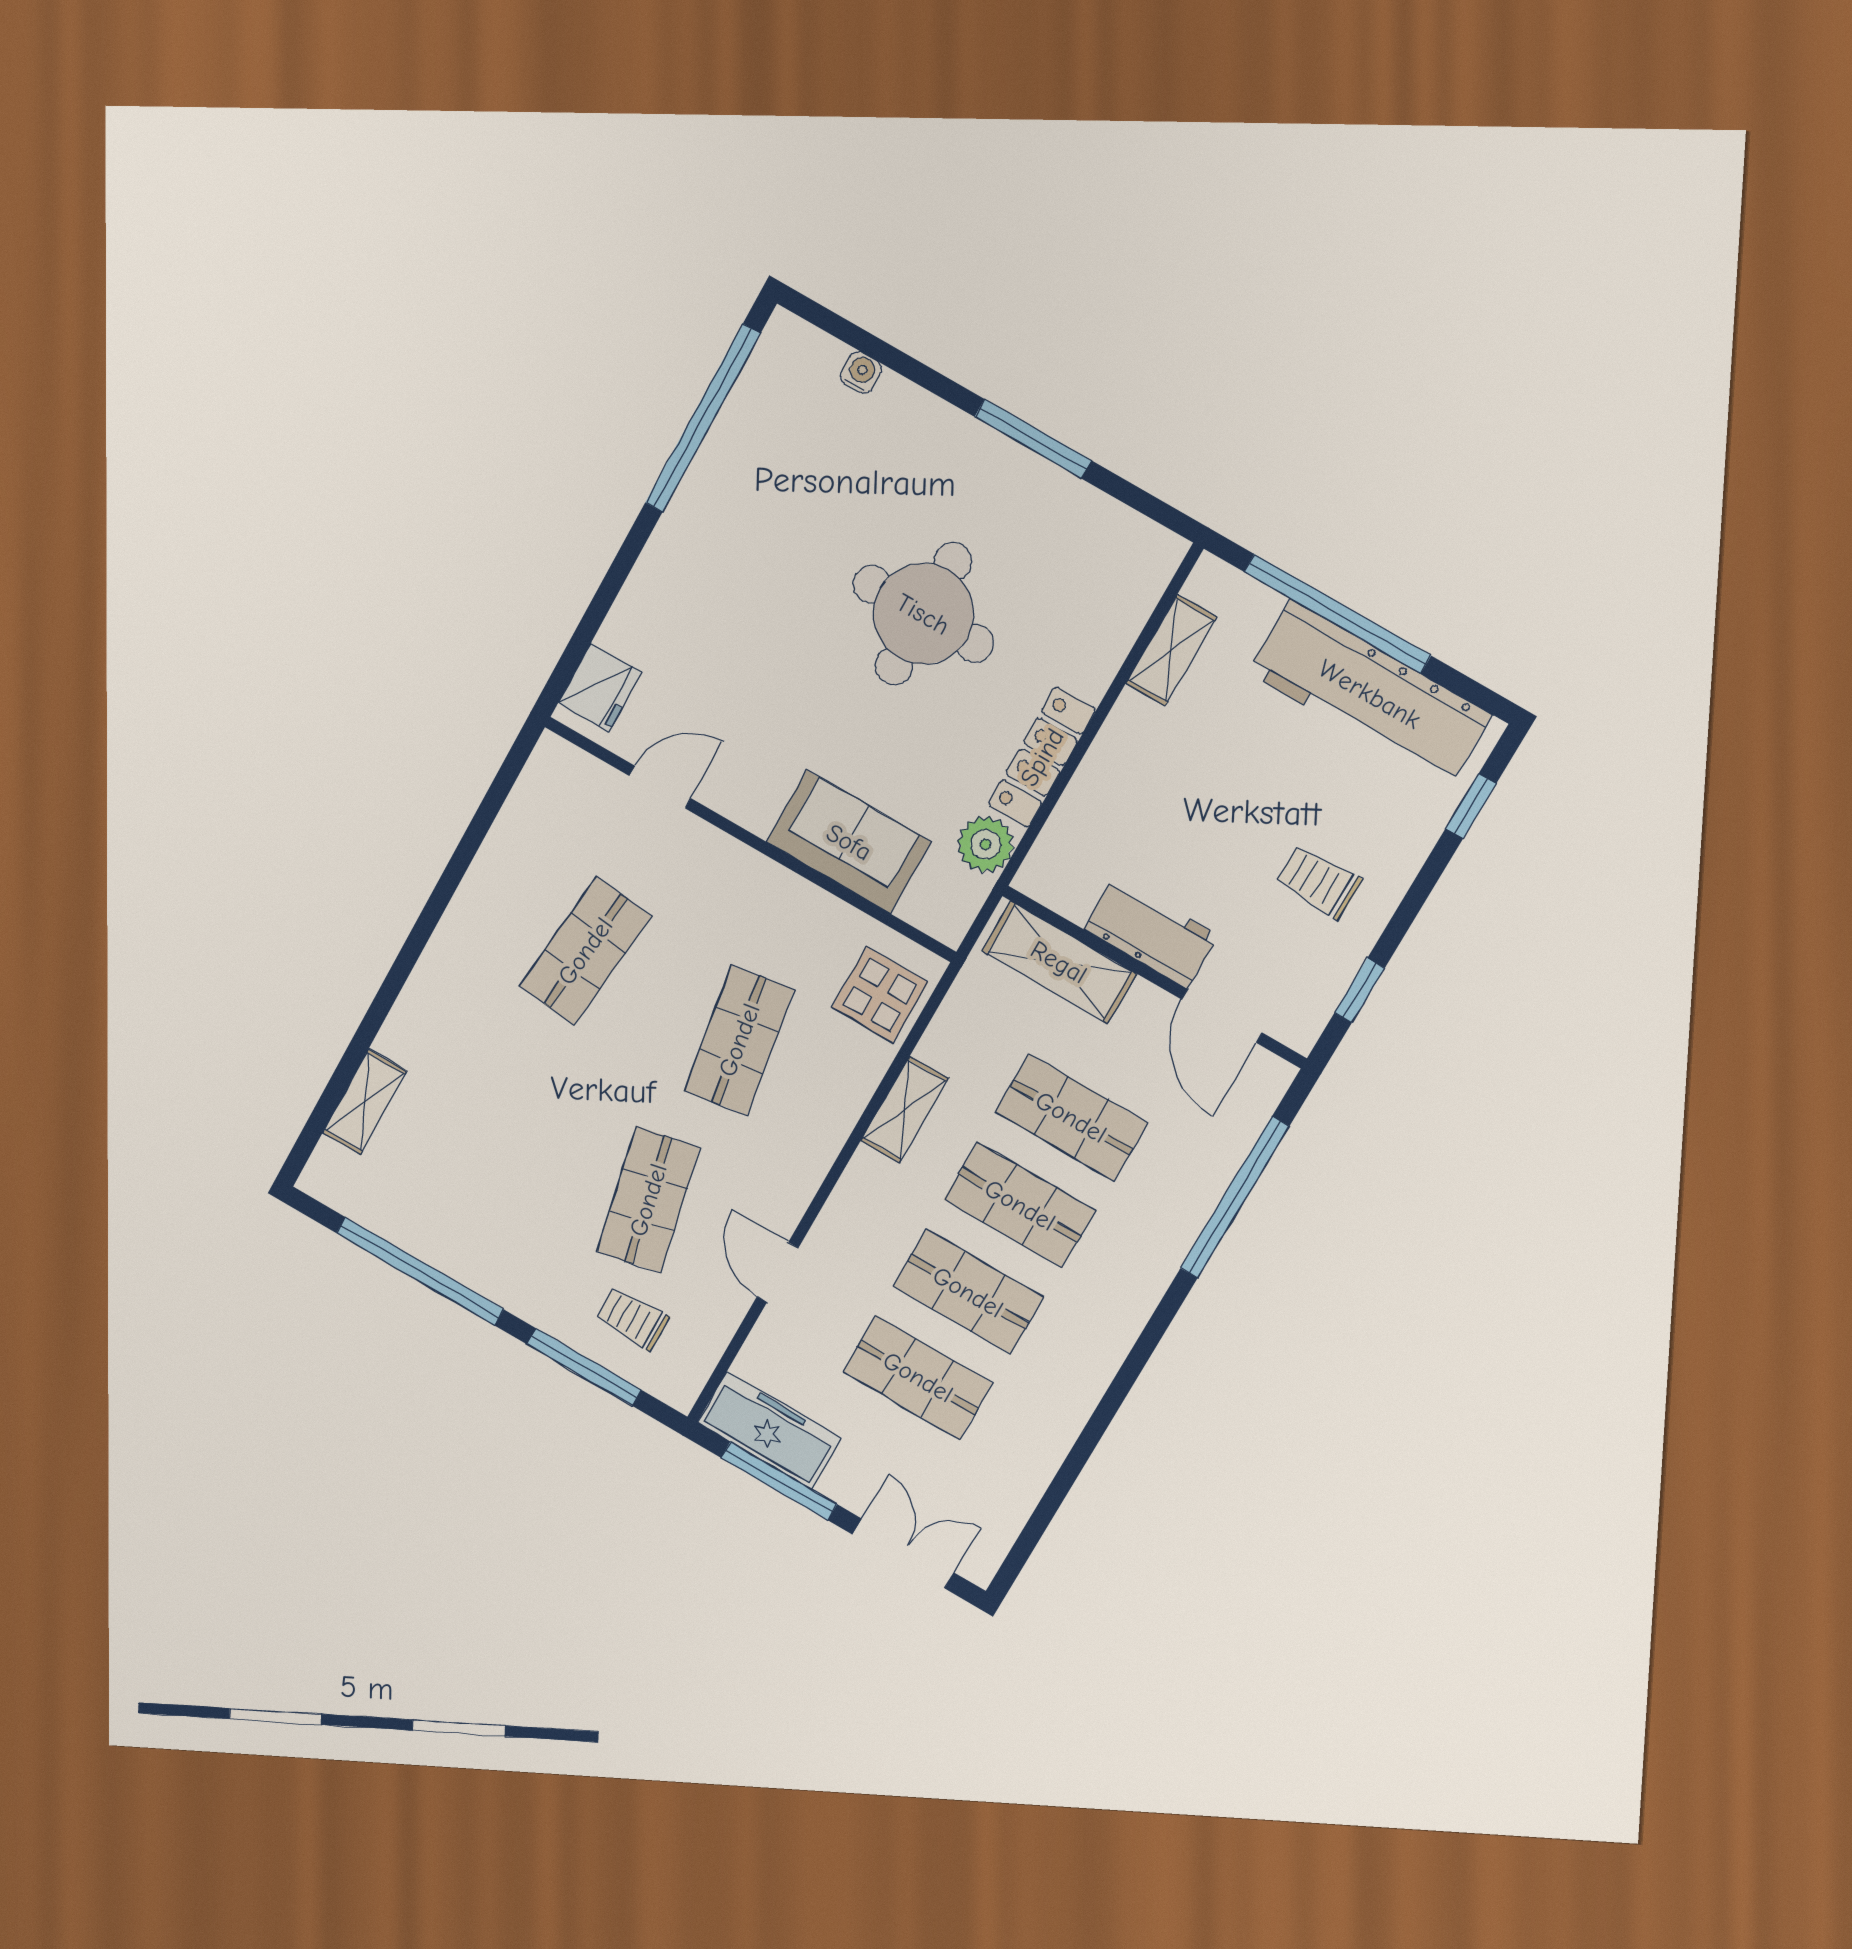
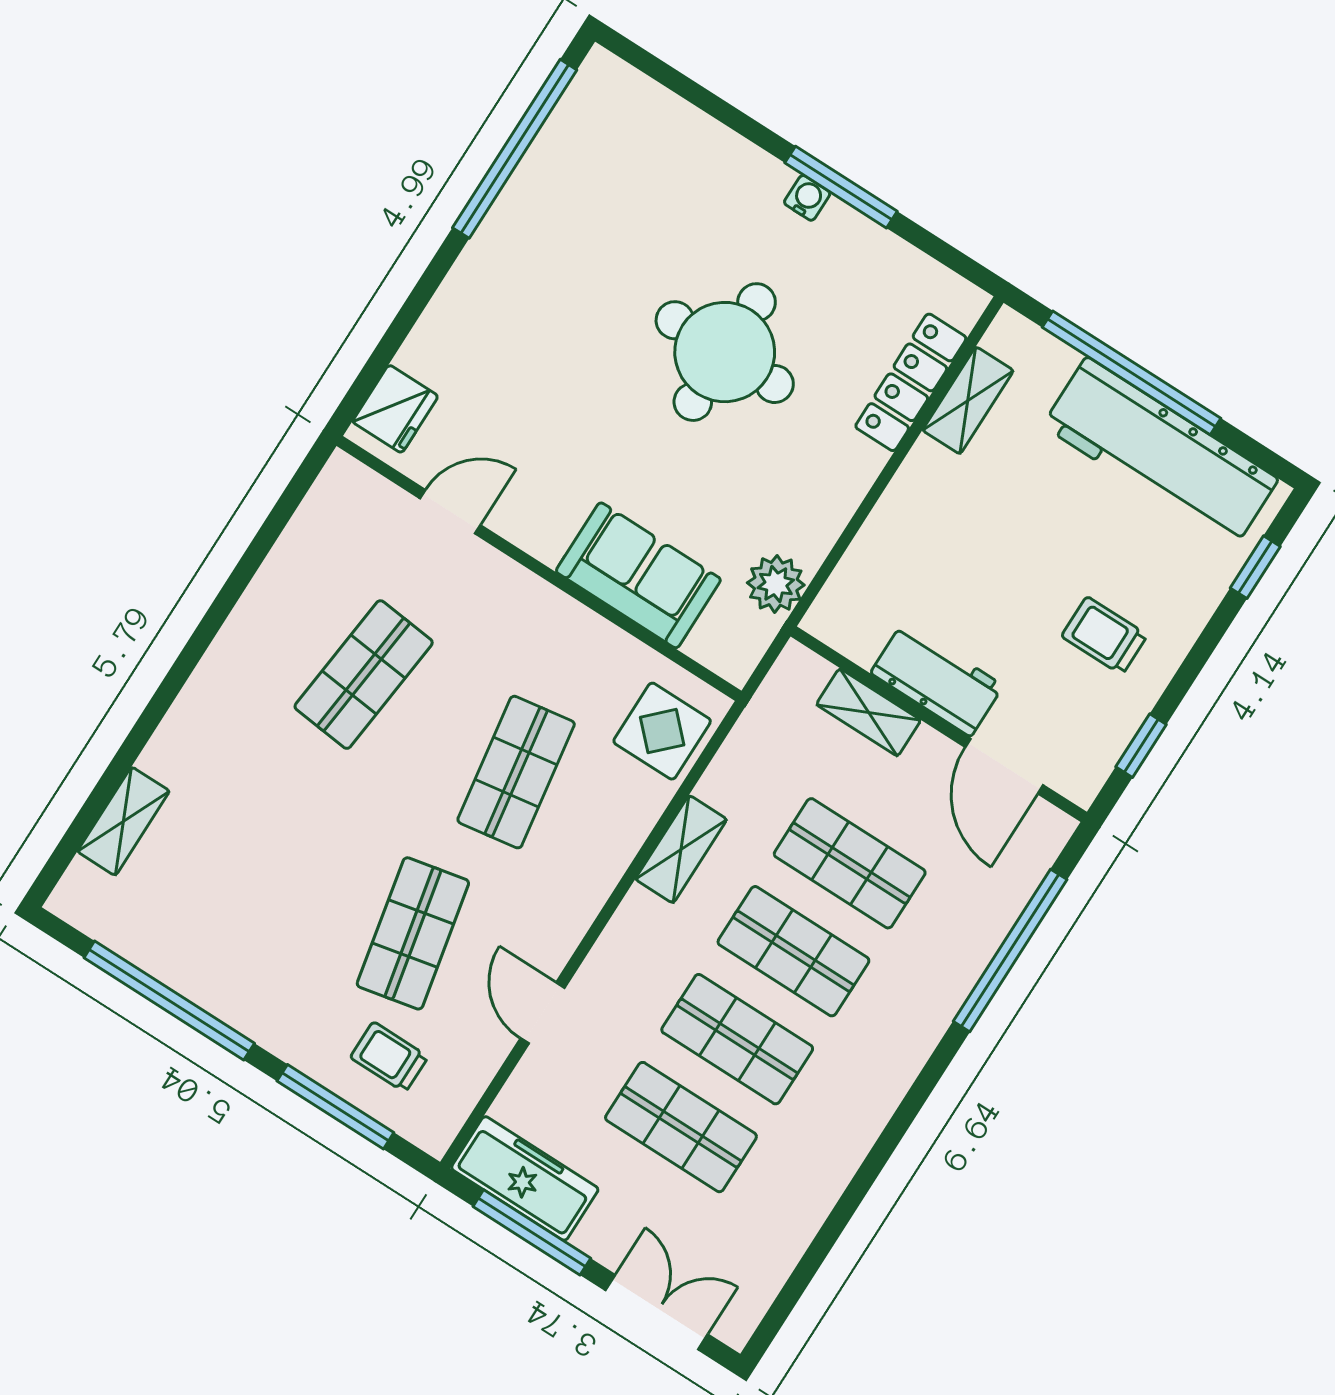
water cooler: (861, 372) -> (807, 198), moved
locker: (1042, 757) -> (911, 382), moved
shelving: (1059, 962) -> (869, 712), width x0.67, depth x0.75

